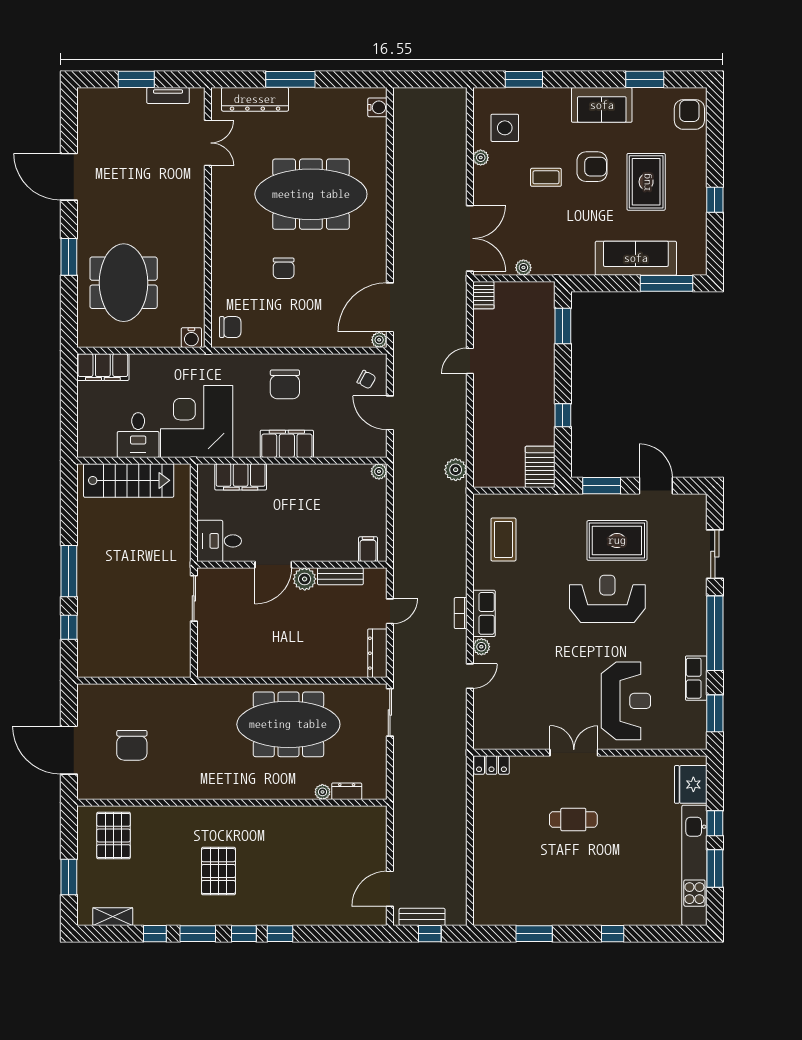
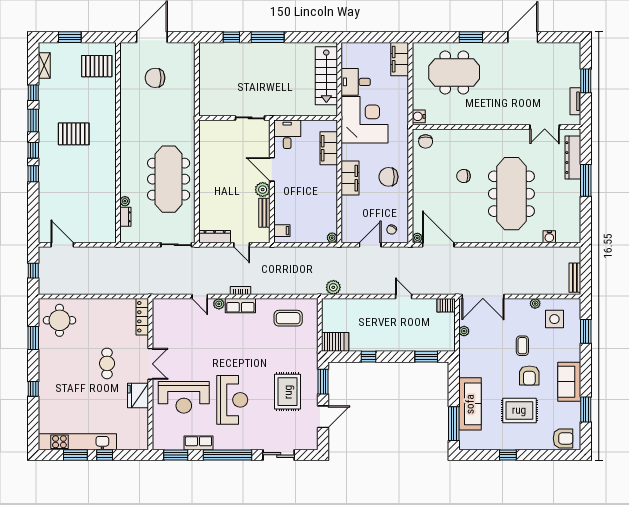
water cooler: (377, 107) -> (549, 237), moved
reception desk: (607, 599) -> (232, 400), moved
locker: (491, 765) -> (142, 317), width x1.53
fridge: (691, 784) -> (138, 395), moved, turned -90
round table: (507, 893) -> (59, 320), added
bench: (422, 917) -> (575, 278), moved

